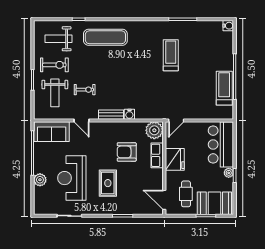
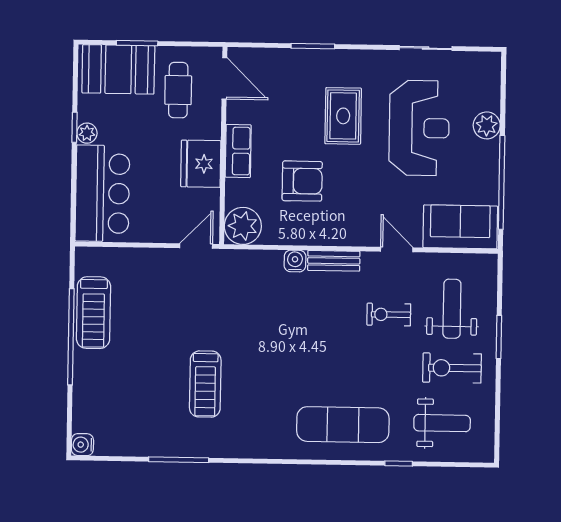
row of seats: (157, 155) -> (238, 151), moved

